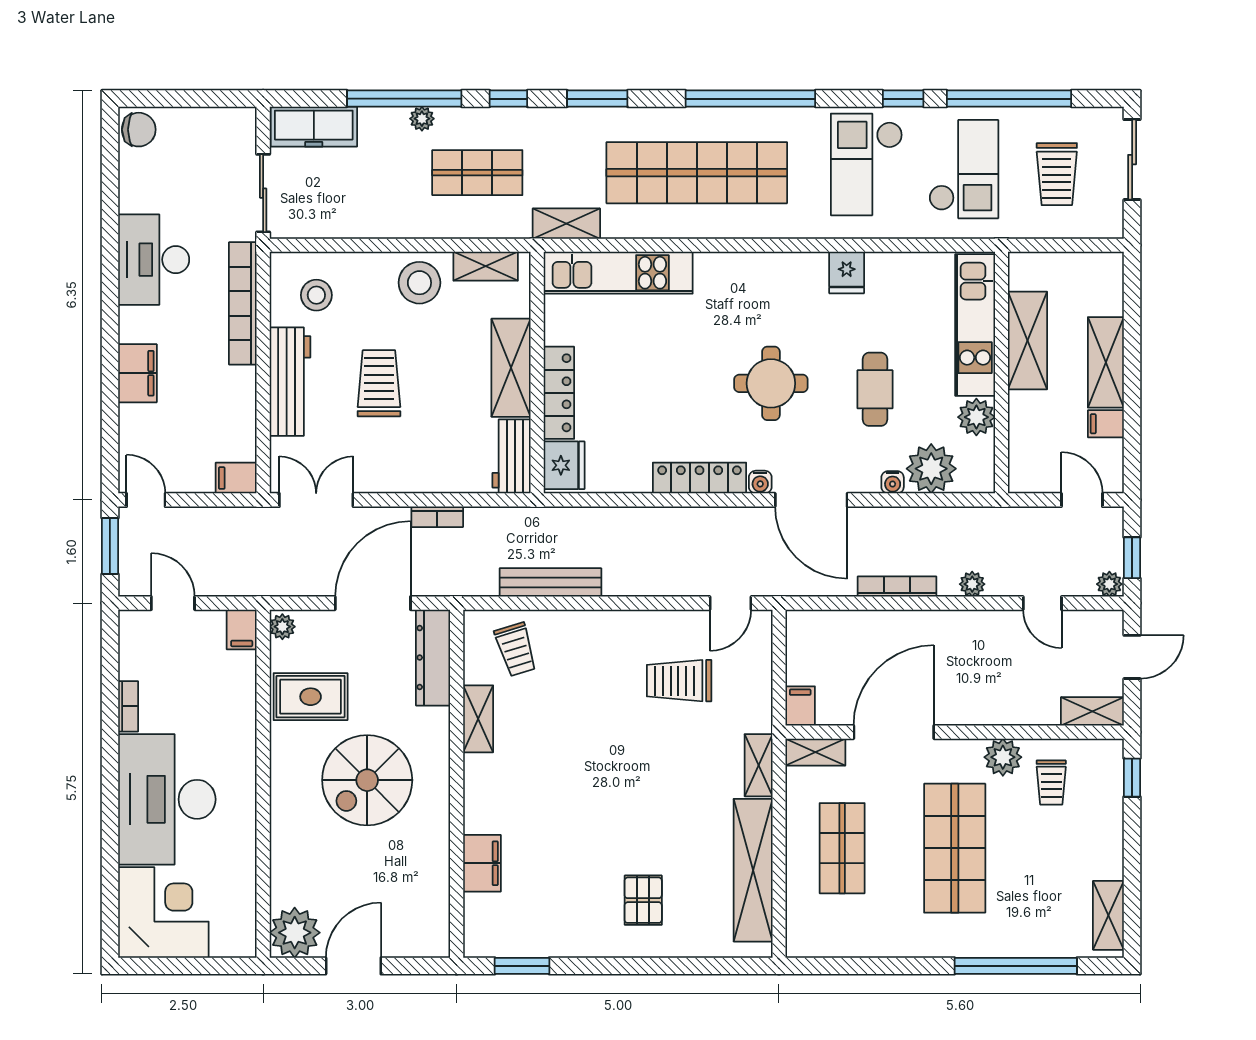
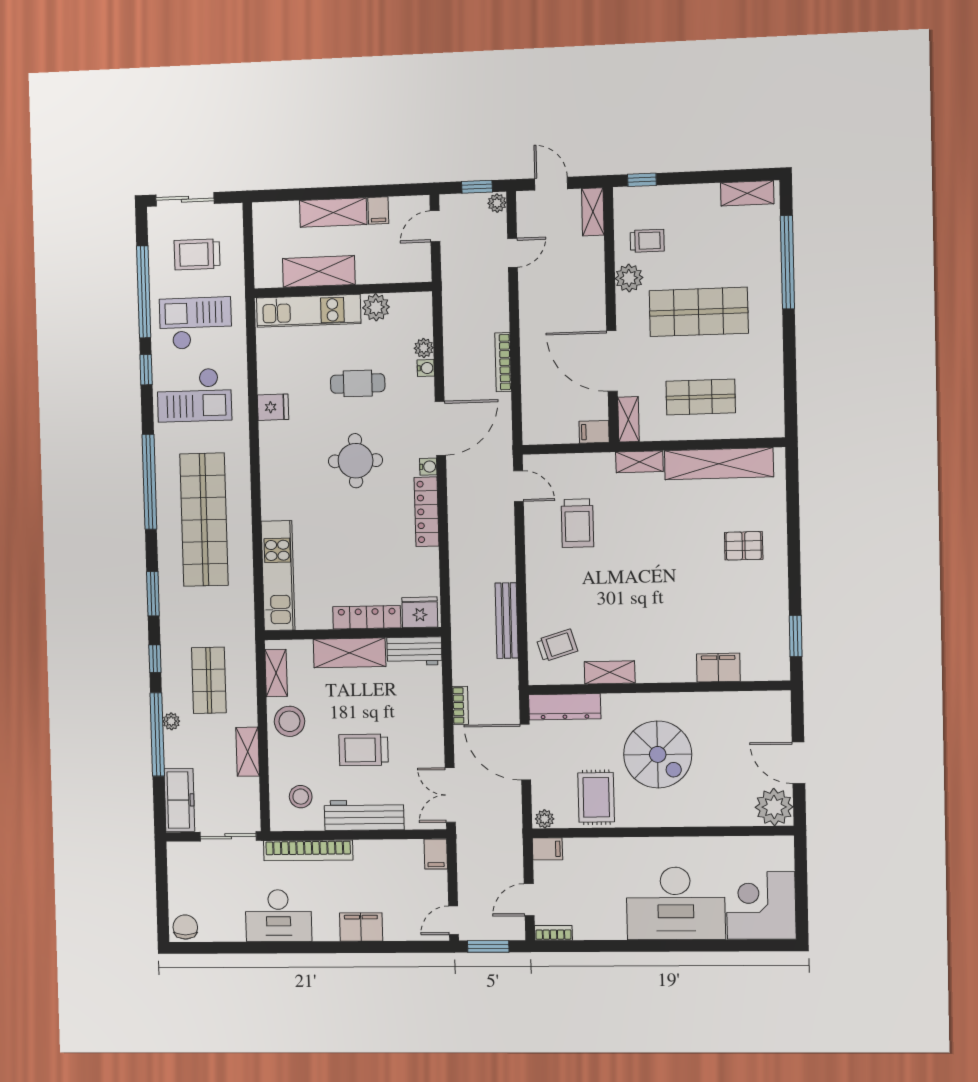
trolley: (1057, 174) -> (197, 254), turned 180
shelving: (566, 224) -> (248, 752), moved
plant: (931, 469) -> (424, 348), width x0.53, depth x0.53
plant: (972, 584) -> (500, 306), removed
bookcase: (128, 706) -> (553, 933), moved

